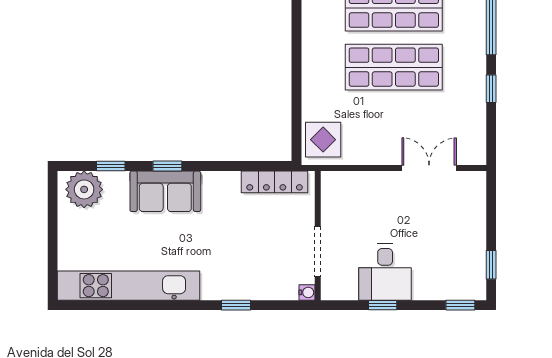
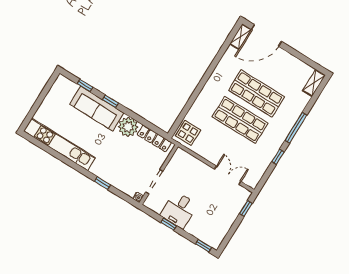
plant: (84, 189) -> (128, 127), moved
sofa: (165, 191) -> (97, 109), width x1.36
window: (491, 265) -> (246, 208), moved

